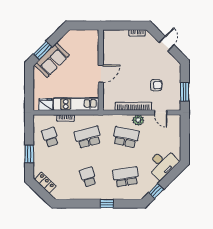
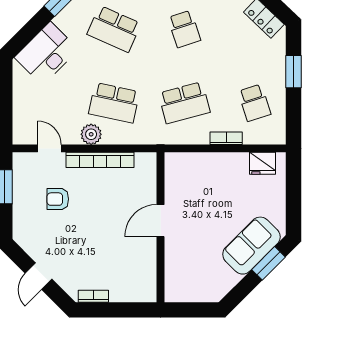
kitchen unit: (76, 104) -> (206, 164), removed
school desk: (126, 177) -> (114, 29), turned 33

